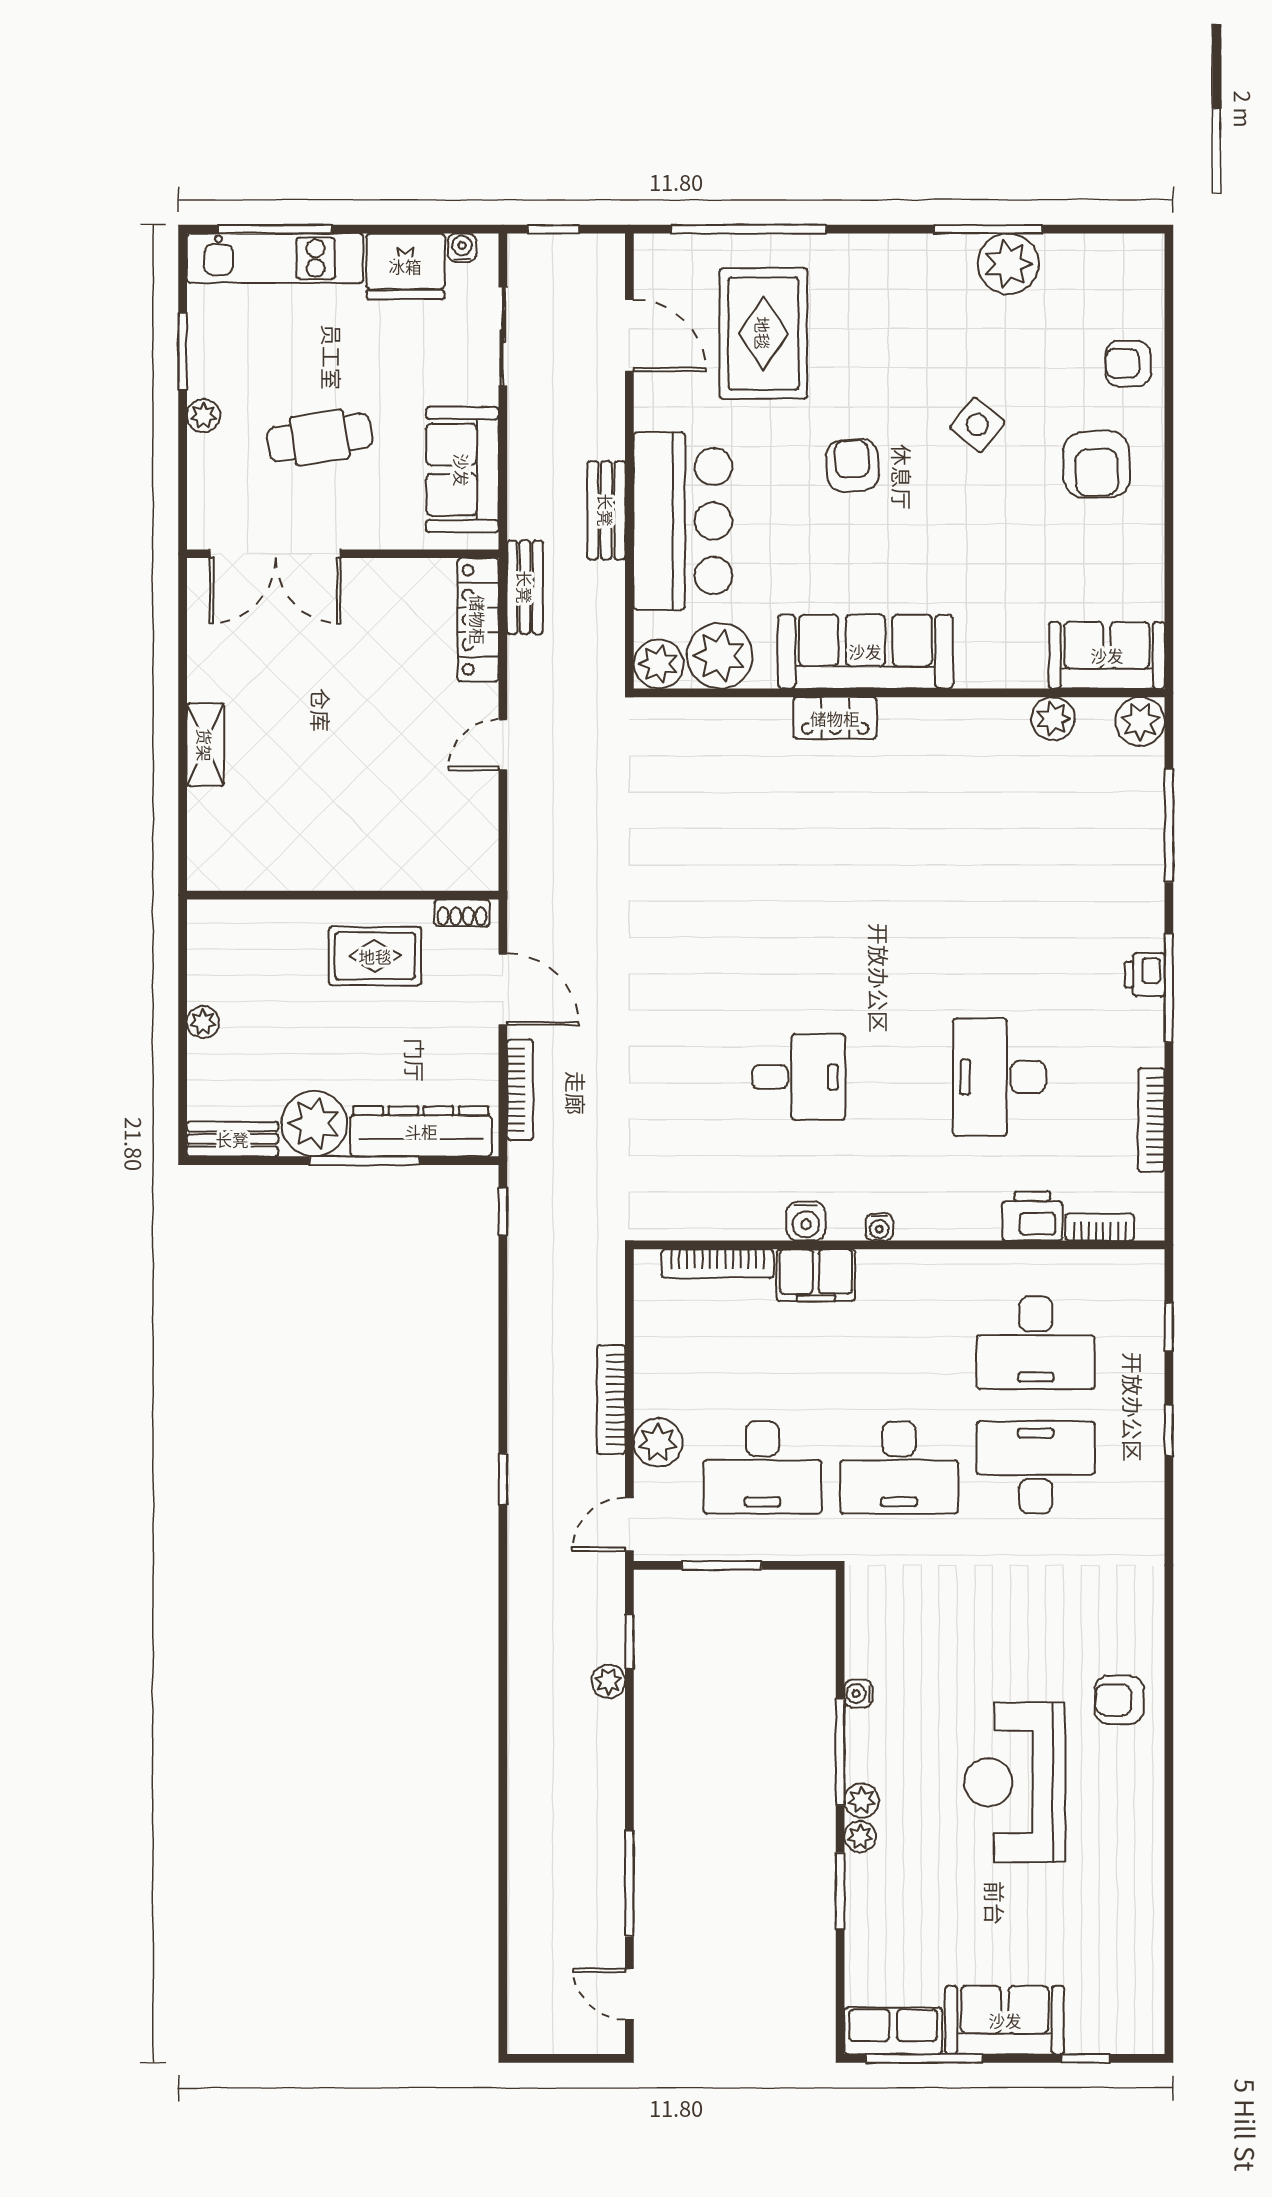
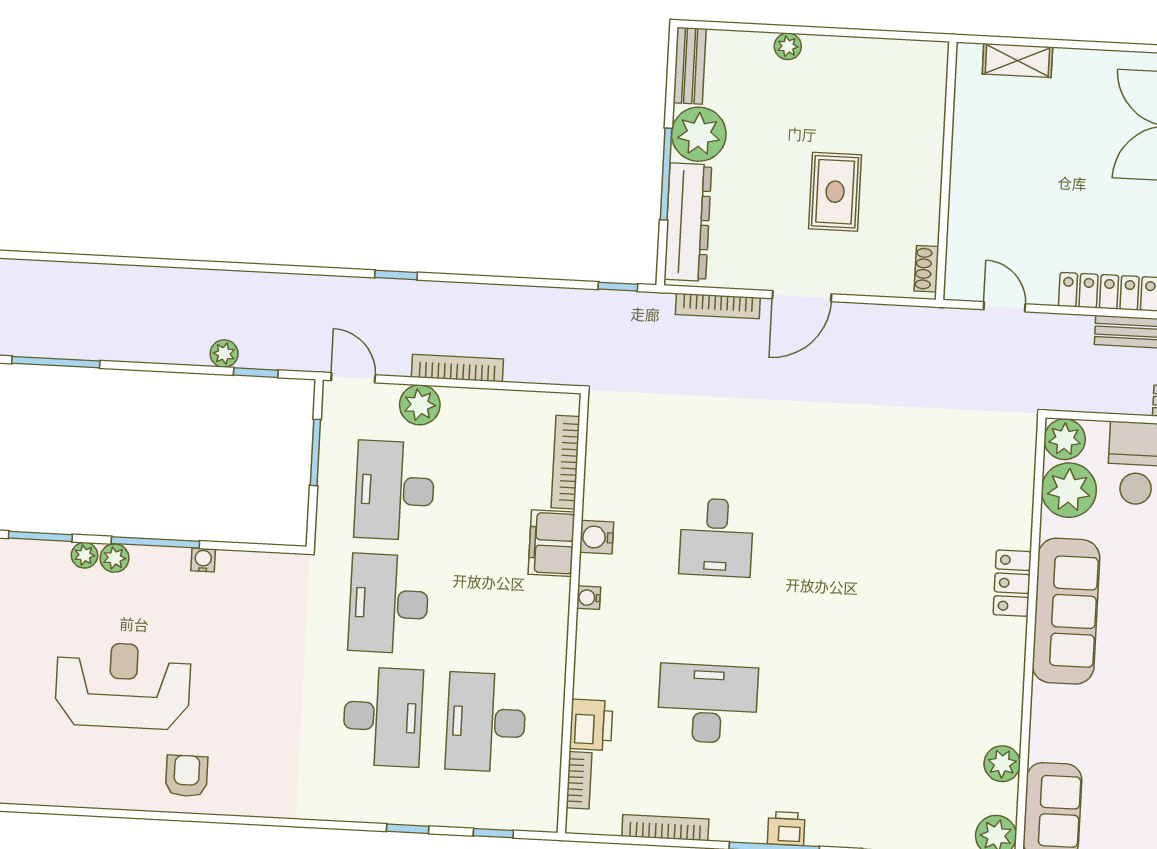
wall: (343, 895) -> (946, 171), moved
shoe rack: (462, 913) -> (926, 269), moved

